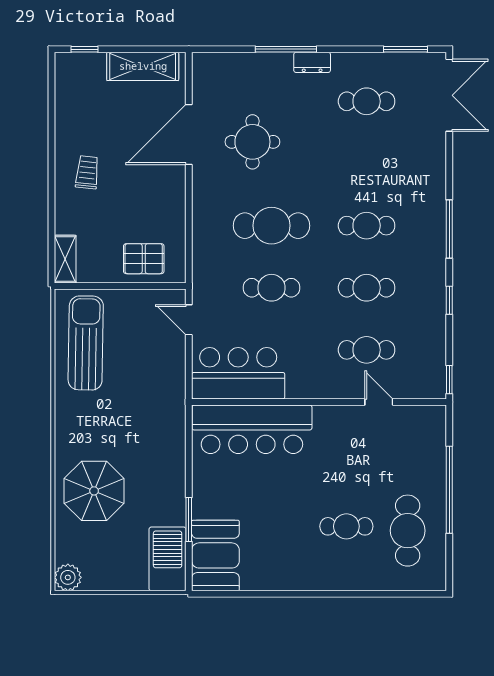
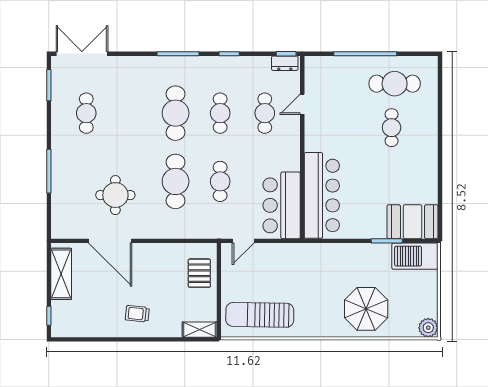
dresser: (312, 62) -> (285, 63), moved, turned 90
cafe table: (367, 226) -> (176, 113), width x1.37, depth x1.35

